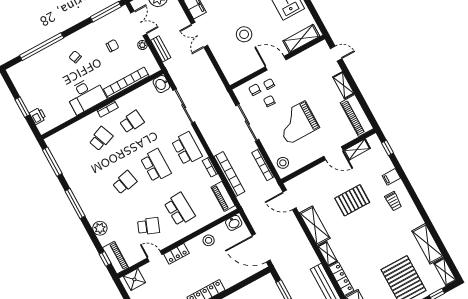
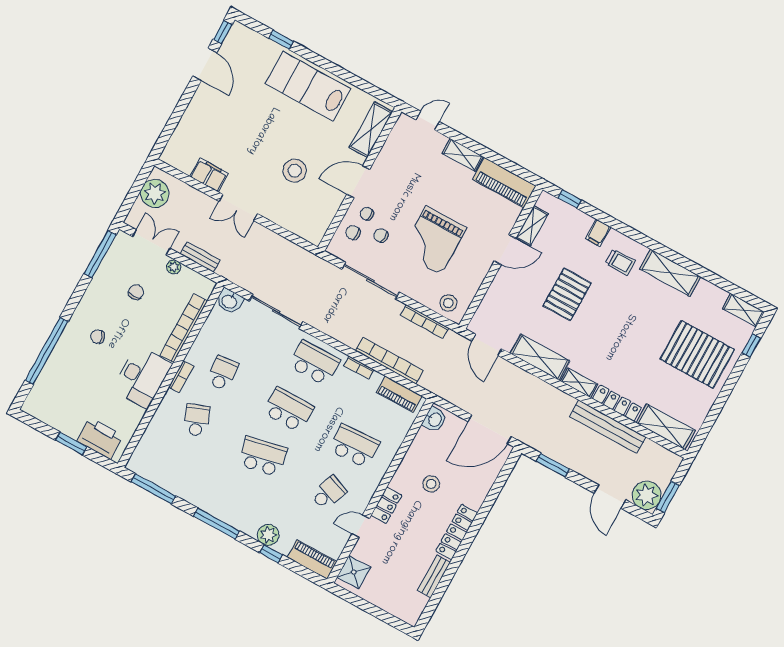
printer: (38, 116) -> (100, 438), width x1.87, depth x1.48
school desk: (125, 182) -> (263, 456), width x1.85
door: (289, 200) -> (487, 345), hinge flipped
stool: (209, 240) -> (431, 484), moved
shelving: (428, 244) -> (670, 273), moved
window: (105, 259) -> (271, 554), moved

